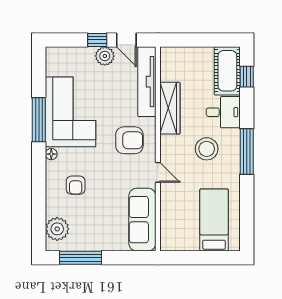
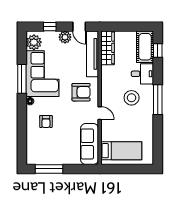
window: (97, 40) -> (50, 27), moved
wardrobe: (170, 108) -> (107, 48), moved
bed: (214, 220) -> (121, 151), moved, turned 90
plant: (57, 229) -> (34, 42), moved

